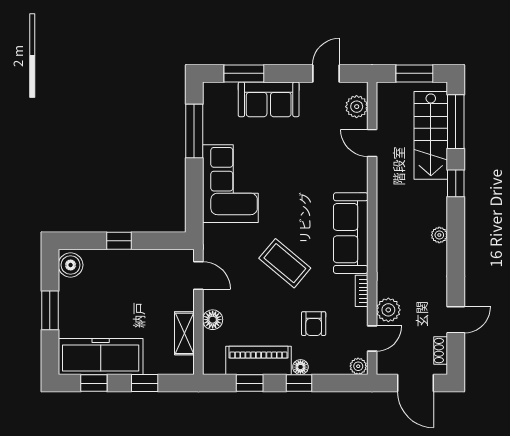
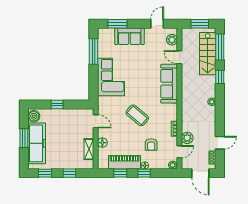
sofa: (351, 233) -> (169, 84), moved
freezer: (101, 356) -> (37, 143), moved, turned 90

